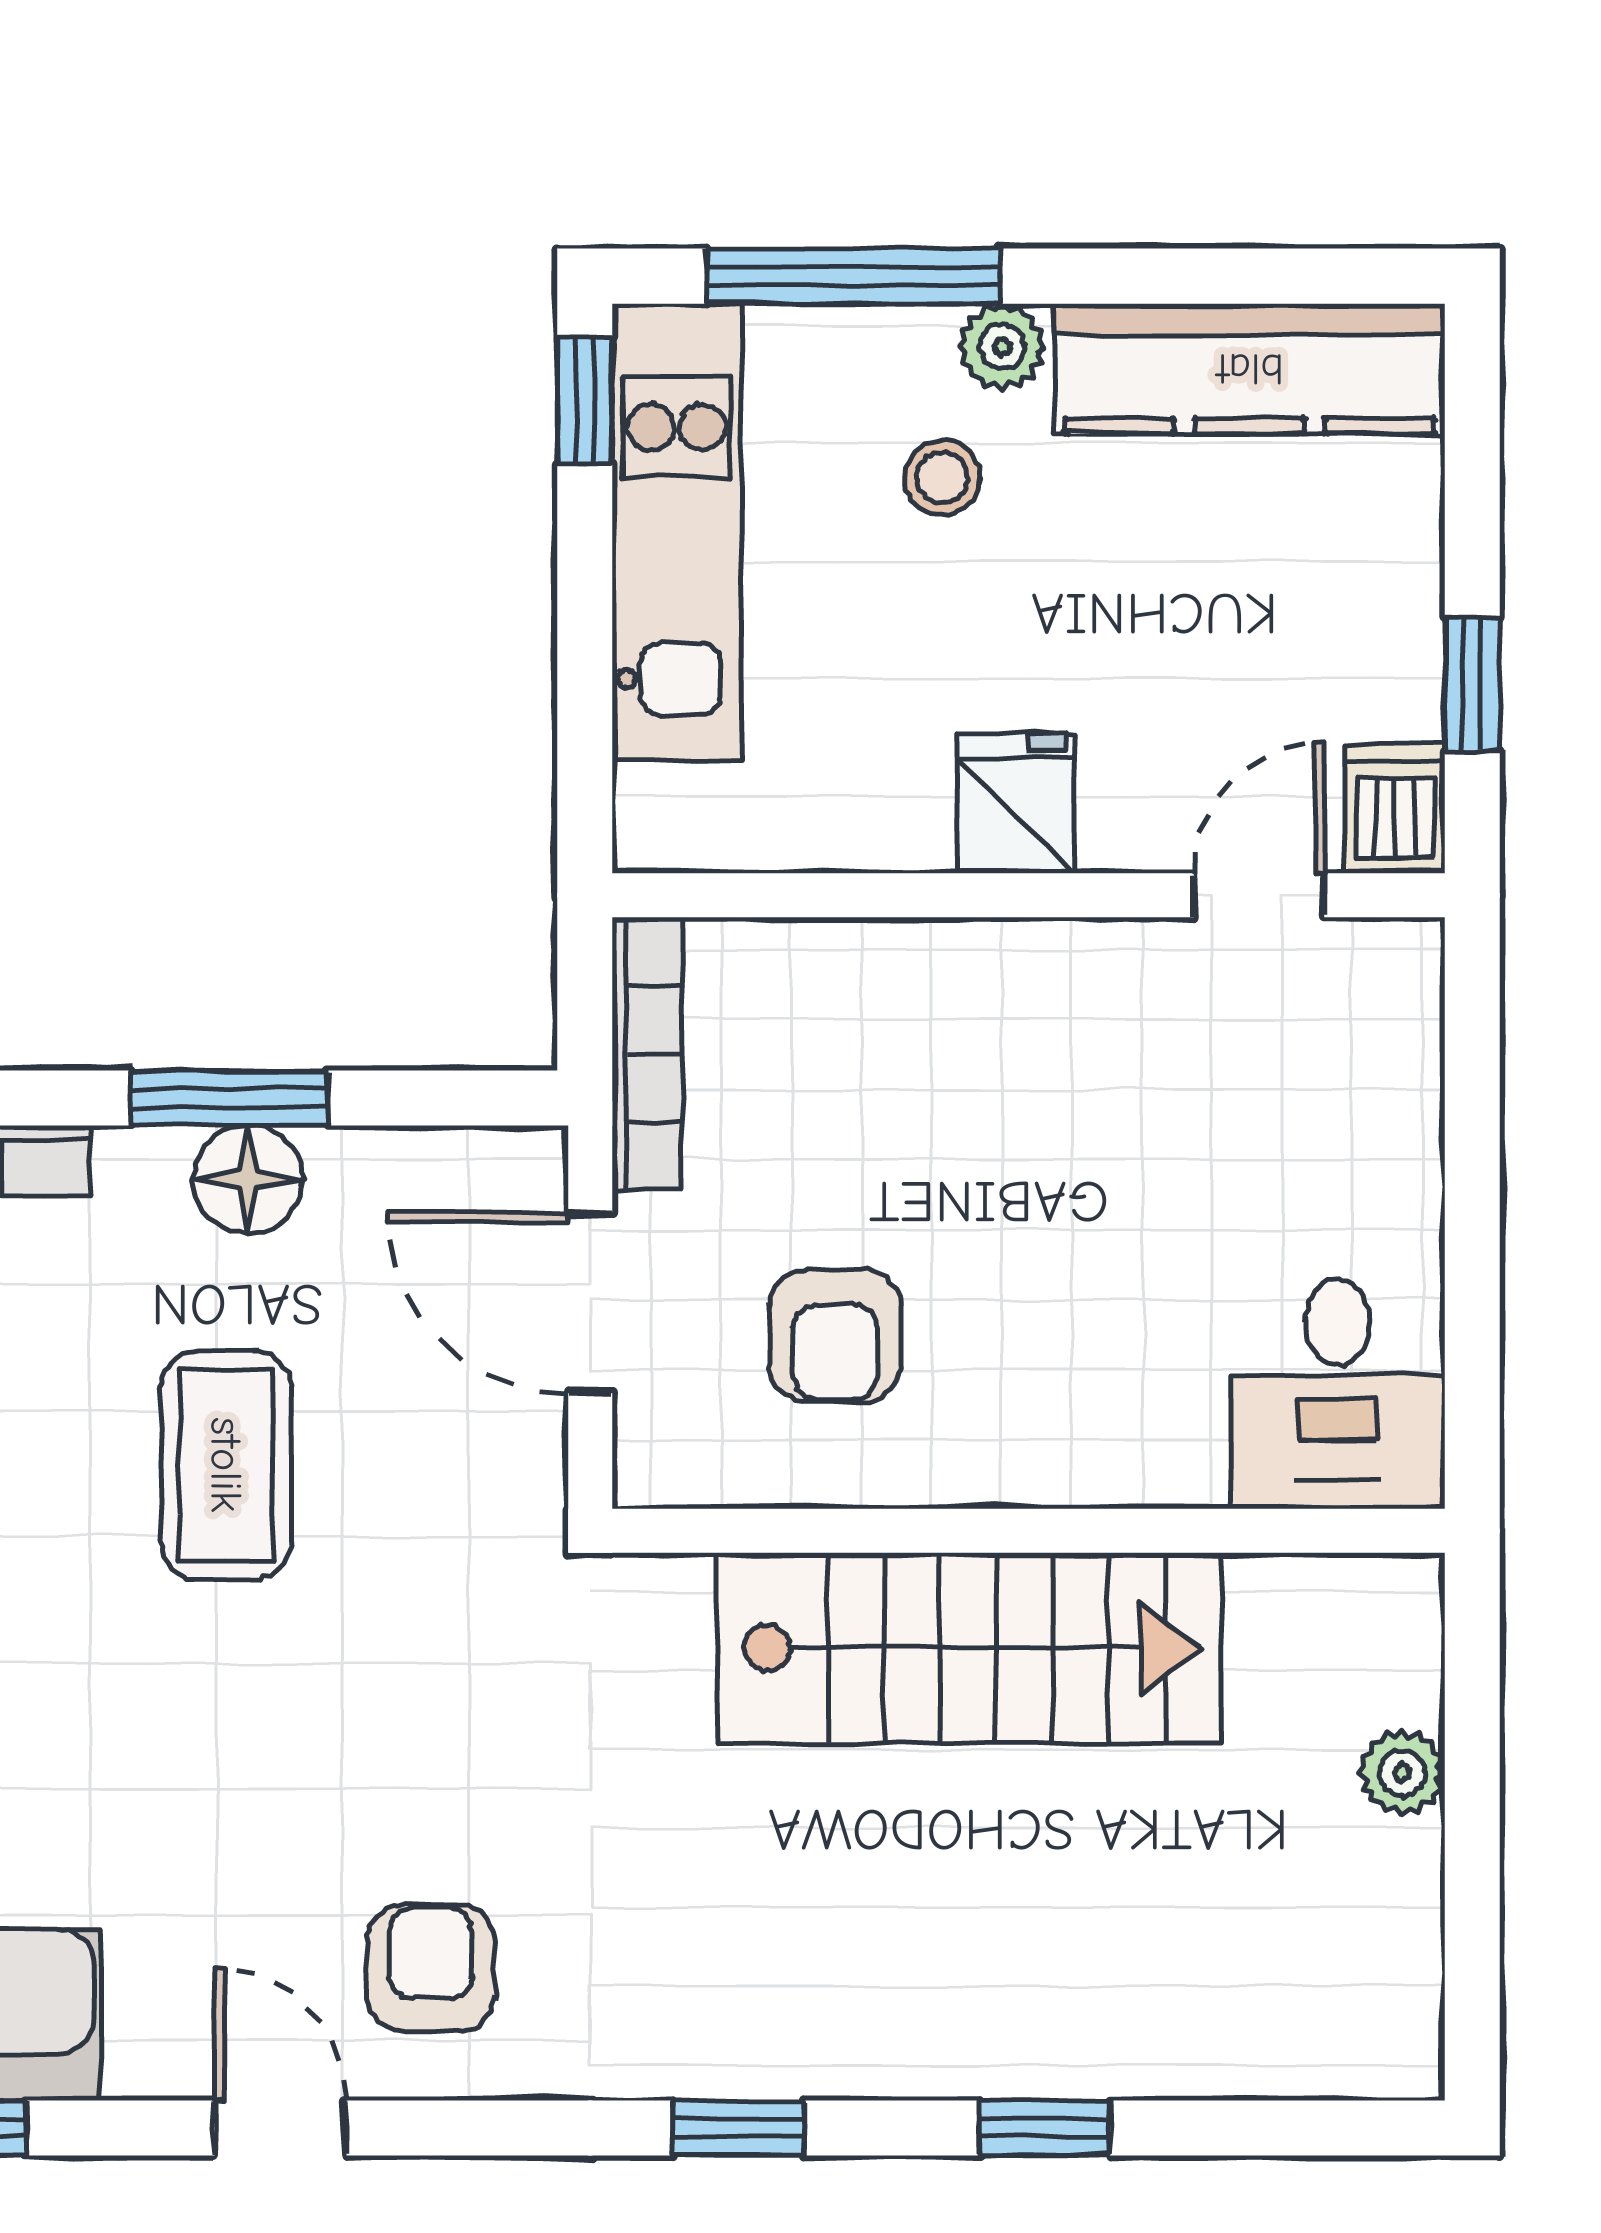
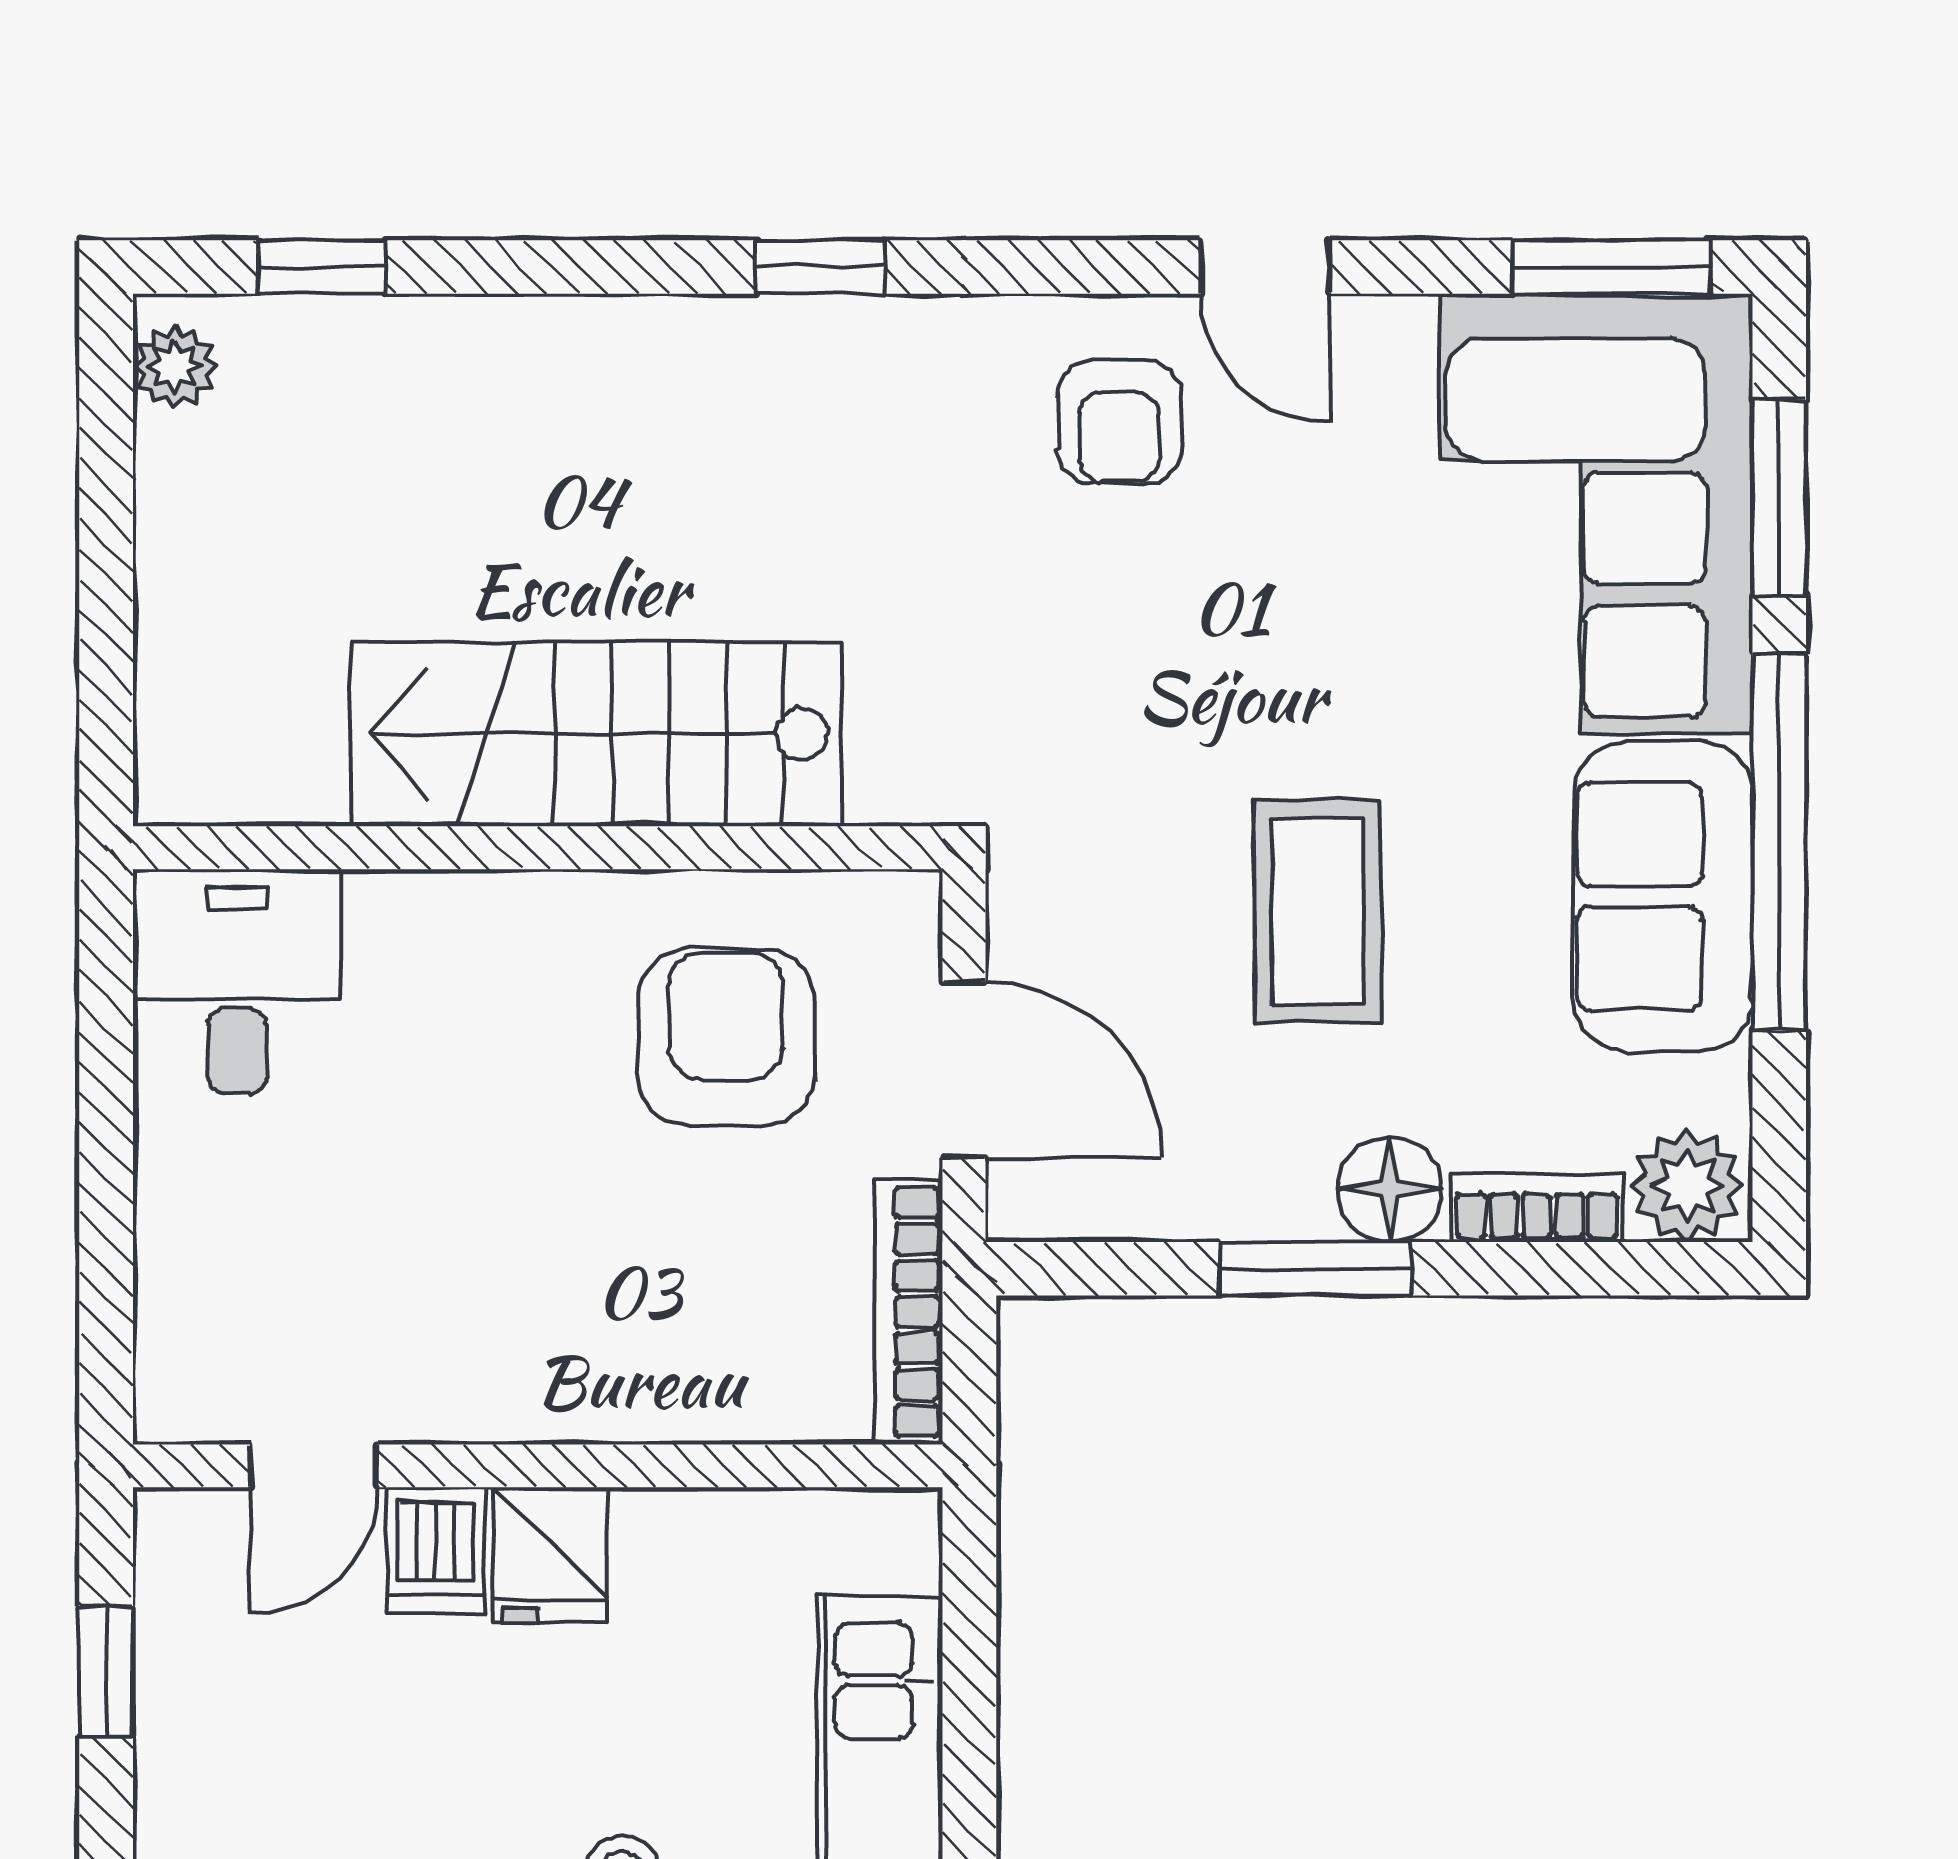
dishwasher: (1395, 809) -> (436, 1550), moved
floor lamp: (248, 1180) -> (1390, 1189), moved
armchair: (835, 1336) -> (726, 1037), width x1.38, depth x1.38
plant: (1402, 1773) -> (175, 367), moved
window: (1045, 2128) -> (321, 267), moved

